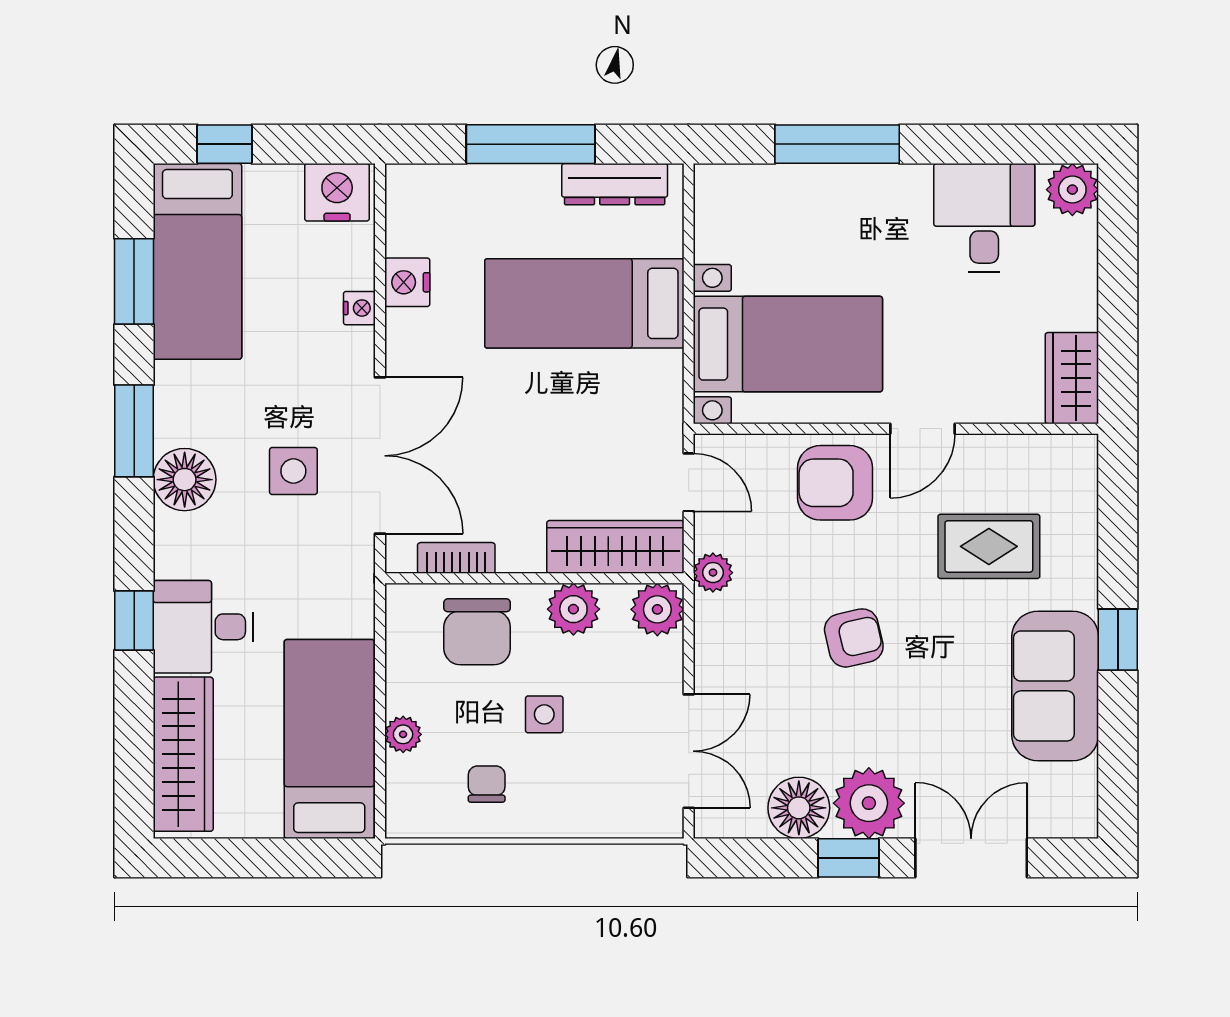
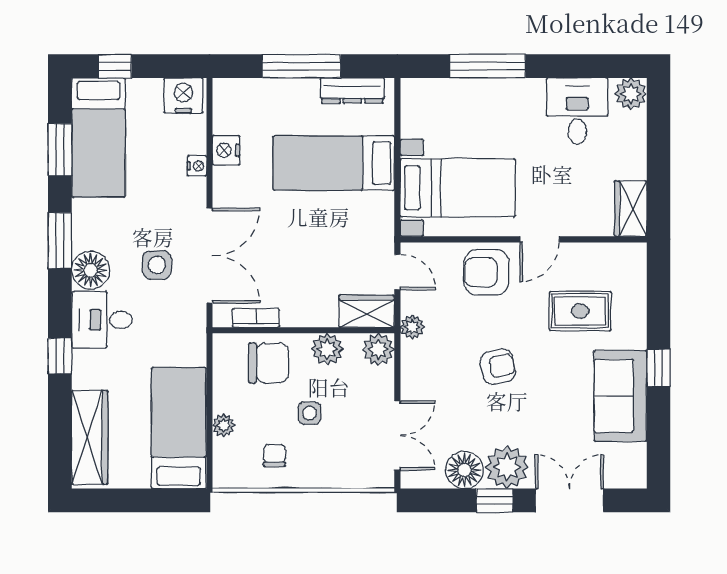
wardrobe: (615, 547) -> (367, 311), width x0.67
desk: (203, 627) -> (102, 320), moved
chair: (477, 632) -> (269, 363), turned -90

